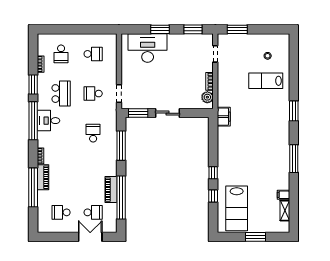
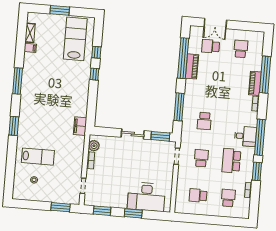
school desk: (93, 94) -> (201, 158), turned -90
school desk: (61, 212) -> (241, 49), turned -90

